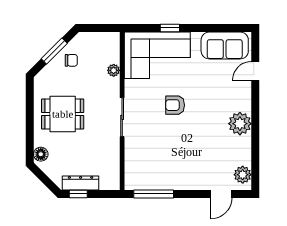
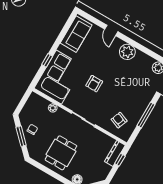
door: (255, 71) -> (111, 30), moved
armchair: (147, 164) -> (119, 120), added
dresser: (81, 183) -> (115, 153), moved
window: (78, 194) -> (120, 160), moved
window: (154, 194) -> (146, 115), moved

